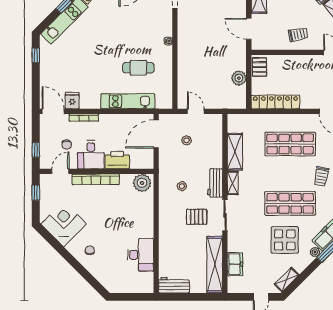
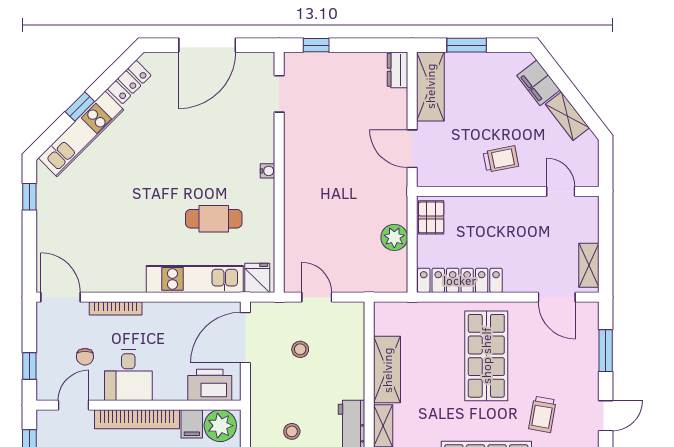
fridge: (72, 101) -> (257, 278), moved
shop shelf: (290, 144) -> (486, 356), turned 90
printer: (117, 160) -> (210, 385), moved
filing cabinet: (126, 182) -> (192, 424), added

